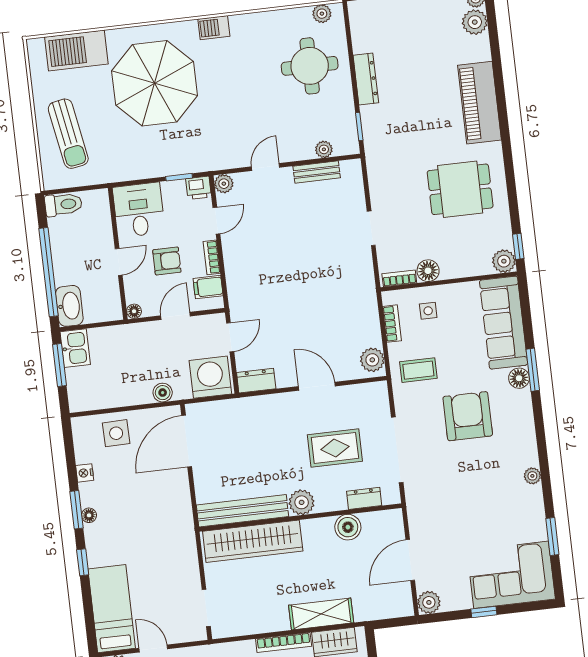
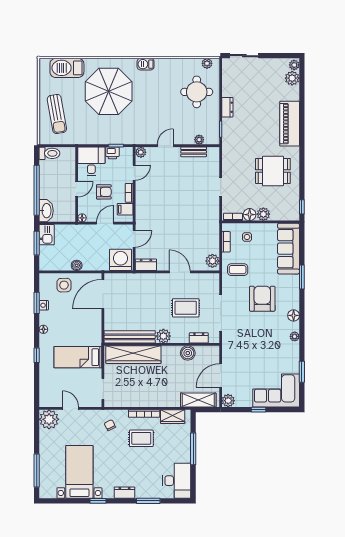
dresser: (366, 79) -> (227, 107), width x0.70
printer: (199, 188) -> (112, 153), moved
plant: (504, 261) -> (263, 214), moved
floor lamp: (519, 378) -> (294, 315), moved
boiler: (163, 393) -> (77, 265), moved
window: (76, 510) -> (37, 303), moved
bed: (112, 609) -> (78, 357), moved, turned -90
shelving: (321, 614) -> (198, 400), moved

